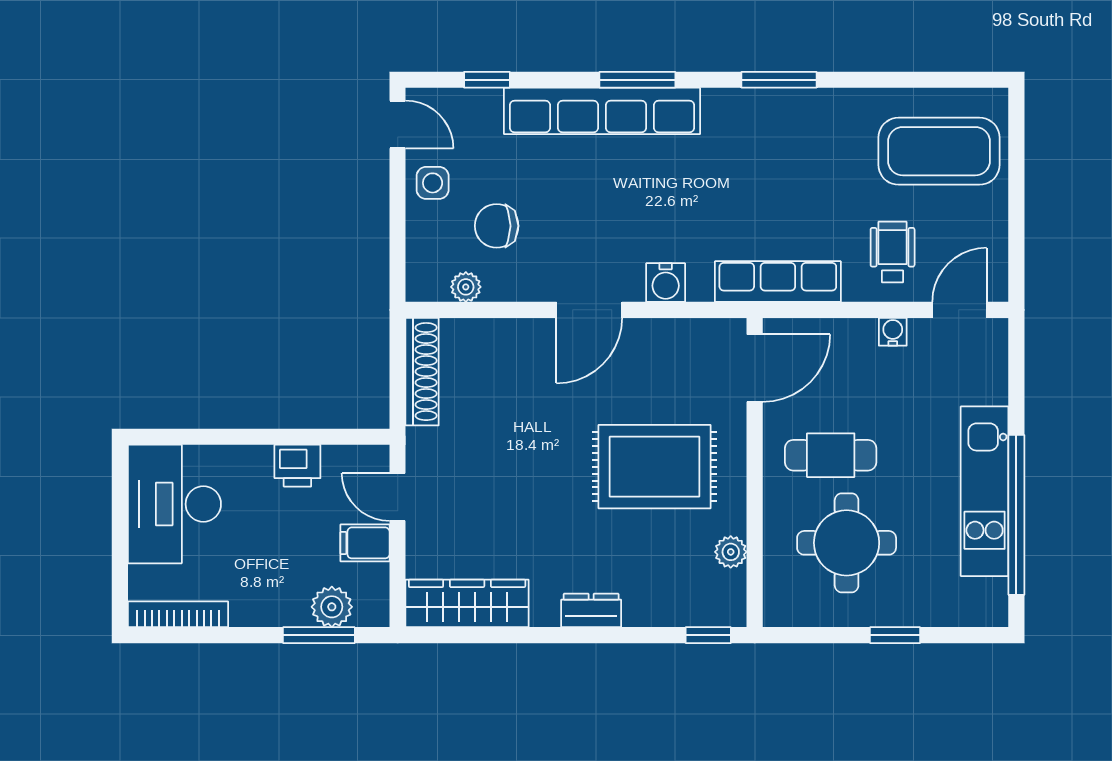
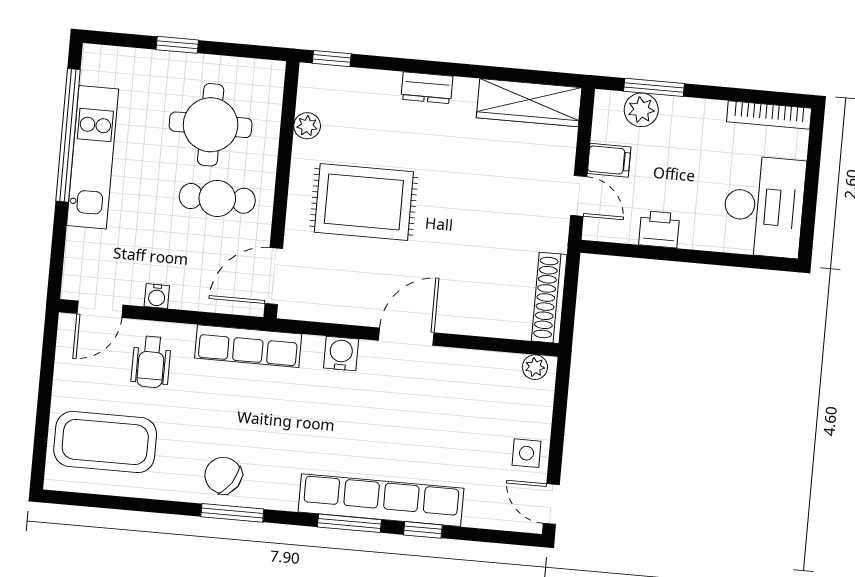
window: (487, 80) -> (423, 530), moved
chair: (497, 226) -> (223, 475), moved, turned -147
plant: (466, 287) -> (535, 367), moved

